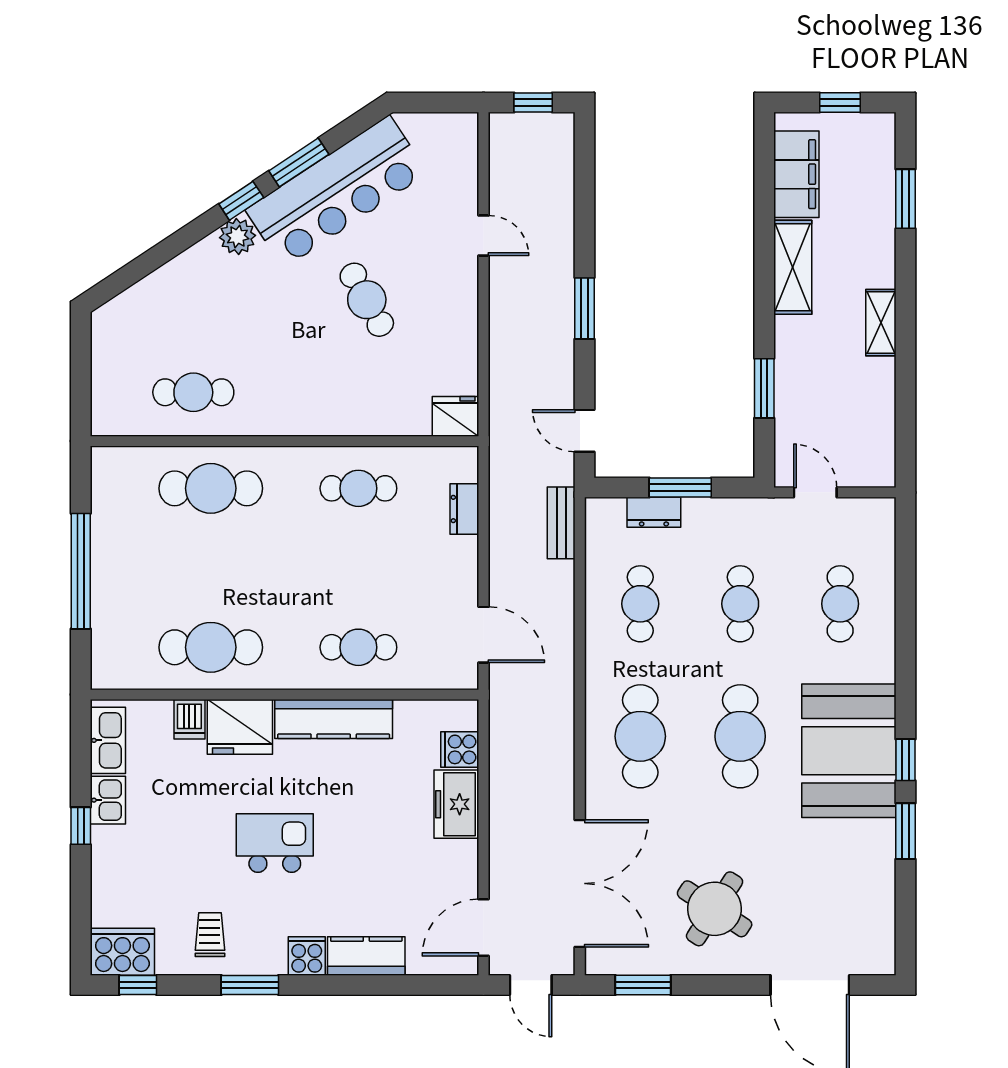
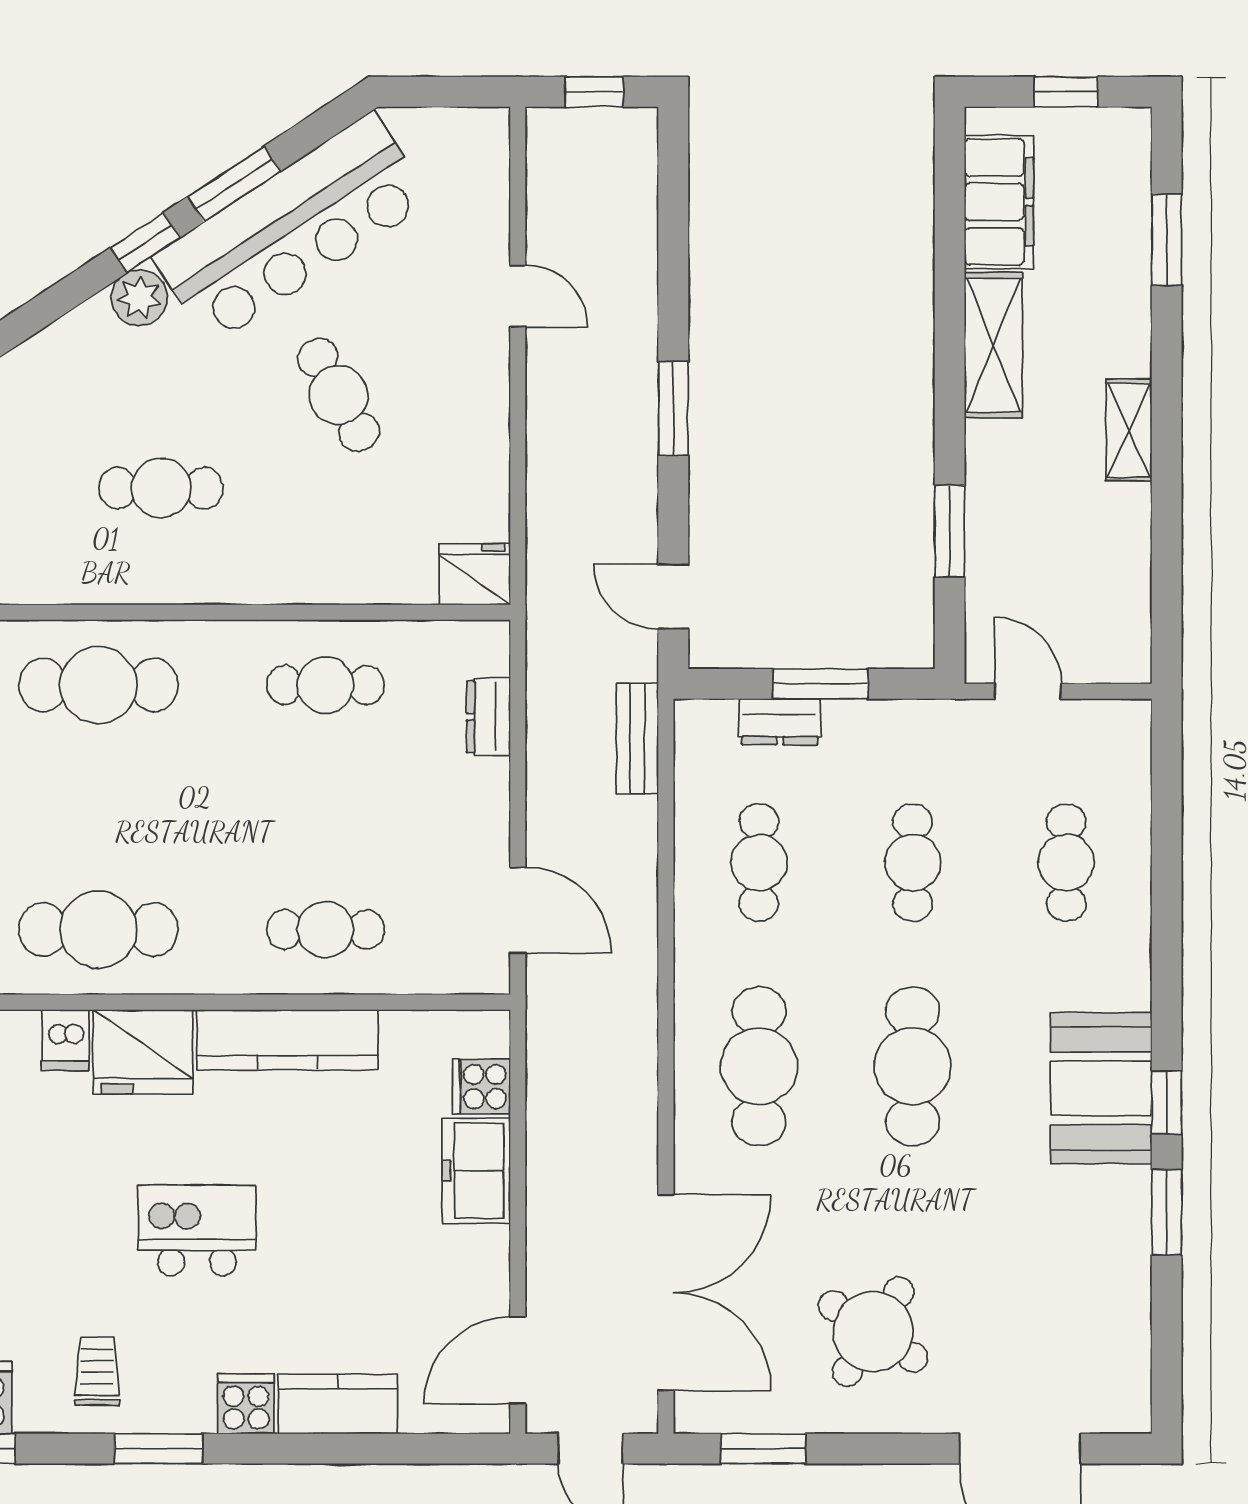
cafe table: (193, 392) -> (161, 488), moved
booth: (849, 751) -> (1101, 1088), width x0.73, depth x0.70

